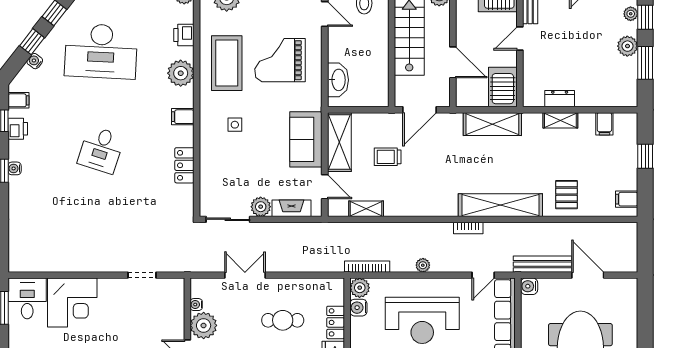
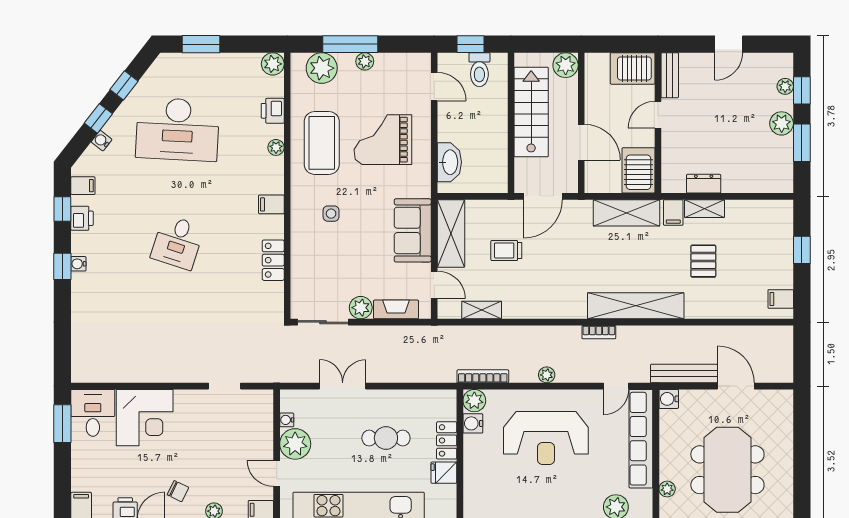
plant: (181, 73) -> (276, 147), width x0.53, depth x0.53
filing cabinet: (604, 124) -> (673, 213), moved
pallet: (567, 195) -> (703, 261), moved

